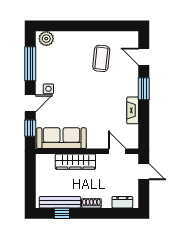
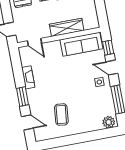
door: (30, 103) -> (112, 68), hinge flipped

